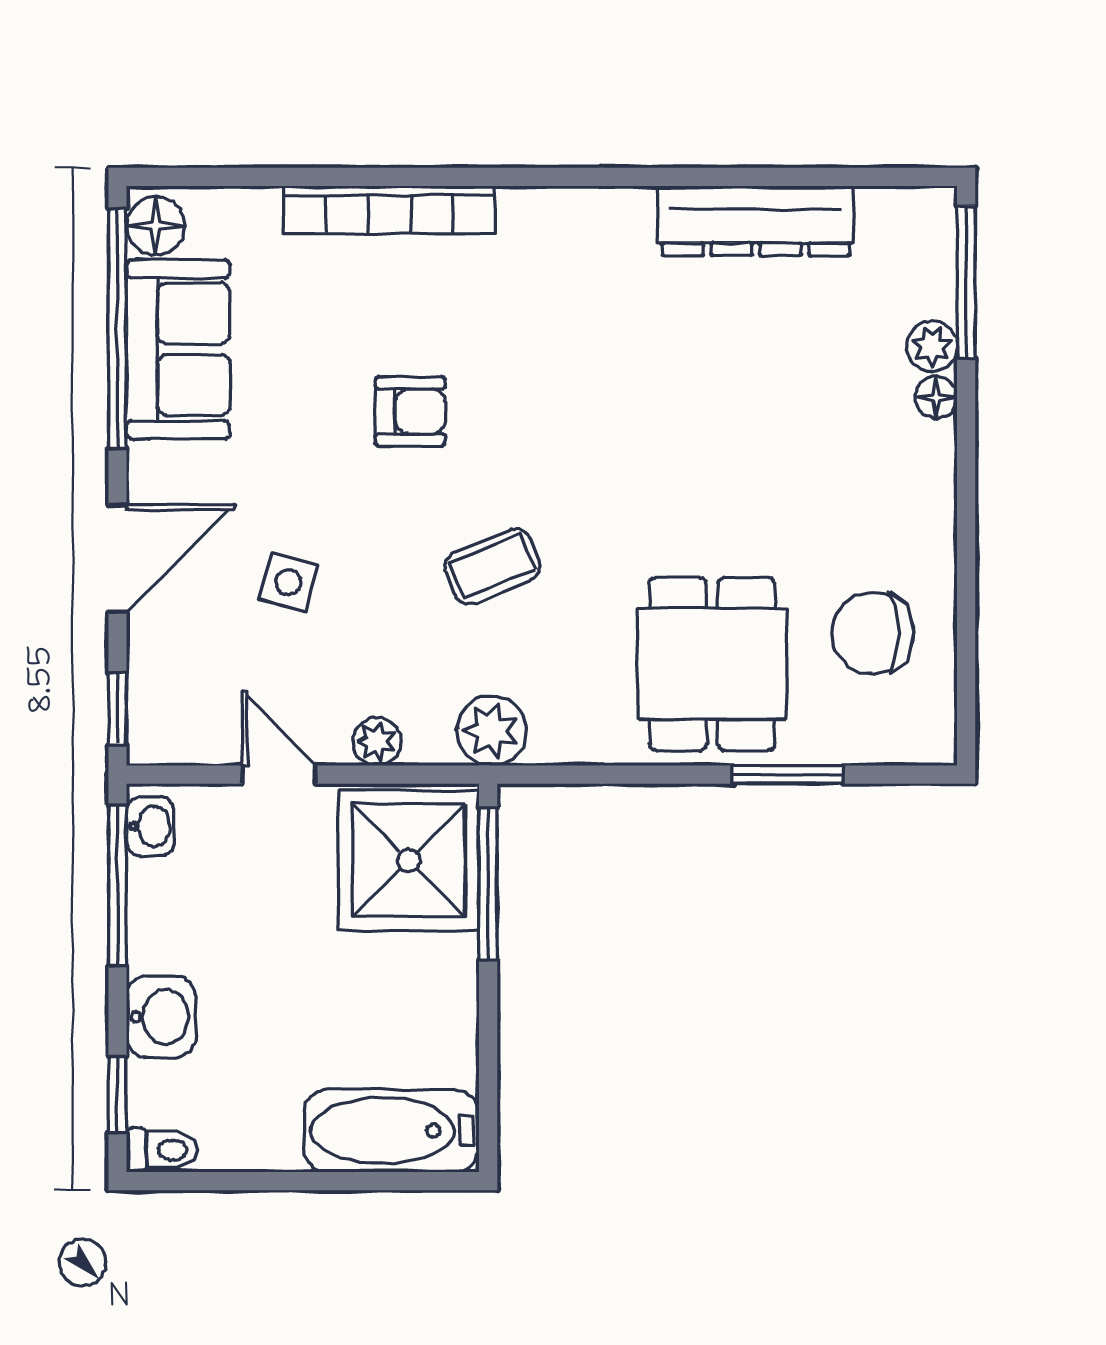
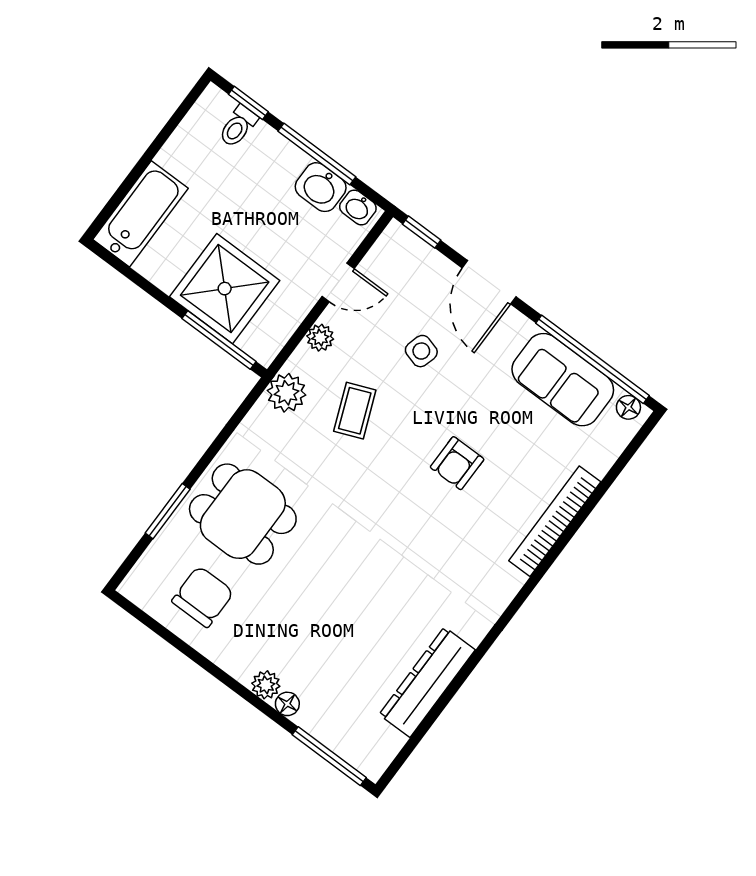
floor lamp: (156, 226) -> (628, 407), width x0.73, depth x0.73
plant: (932, 346) -> (266, 685), moved
coffee table: (492, 566) -> (355, 411), moved
shower: (409, 860) -> (225, 289), moved
window: (117, 886) -> (317, 154), moved
washbasin: (161, 1017) -> (321, 187), moved
toilet: (162, 1150) -> (238, 126), moved

